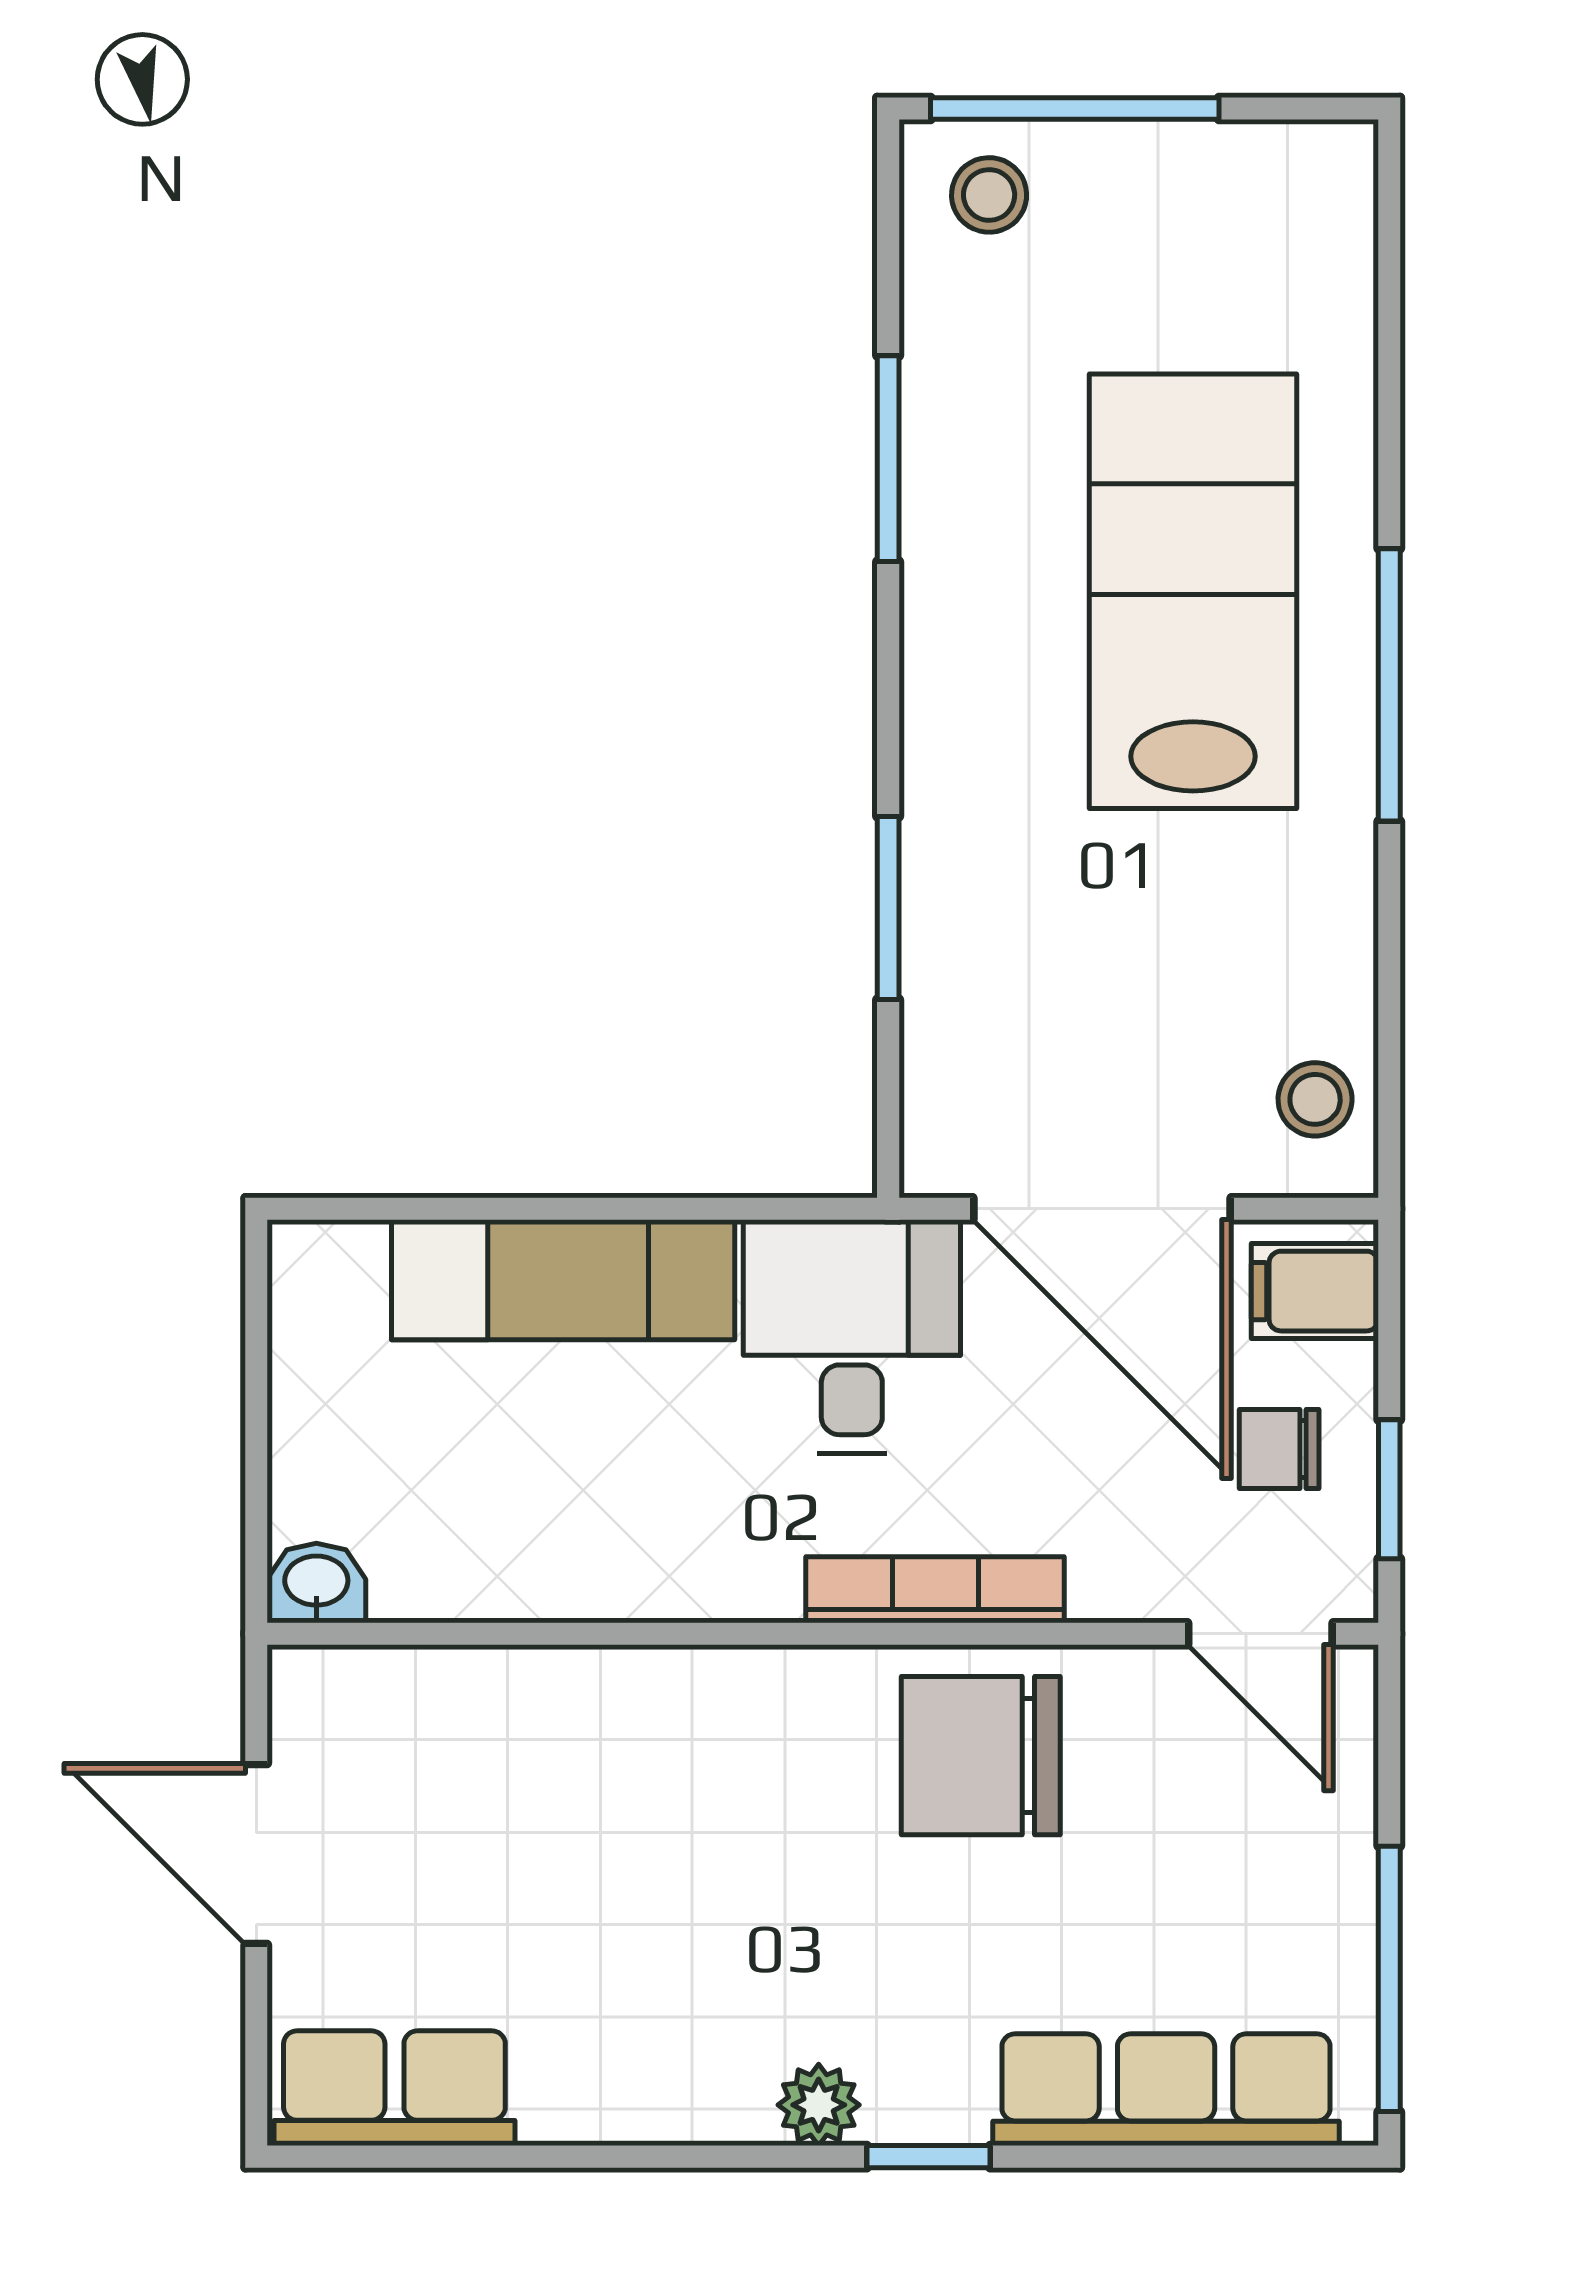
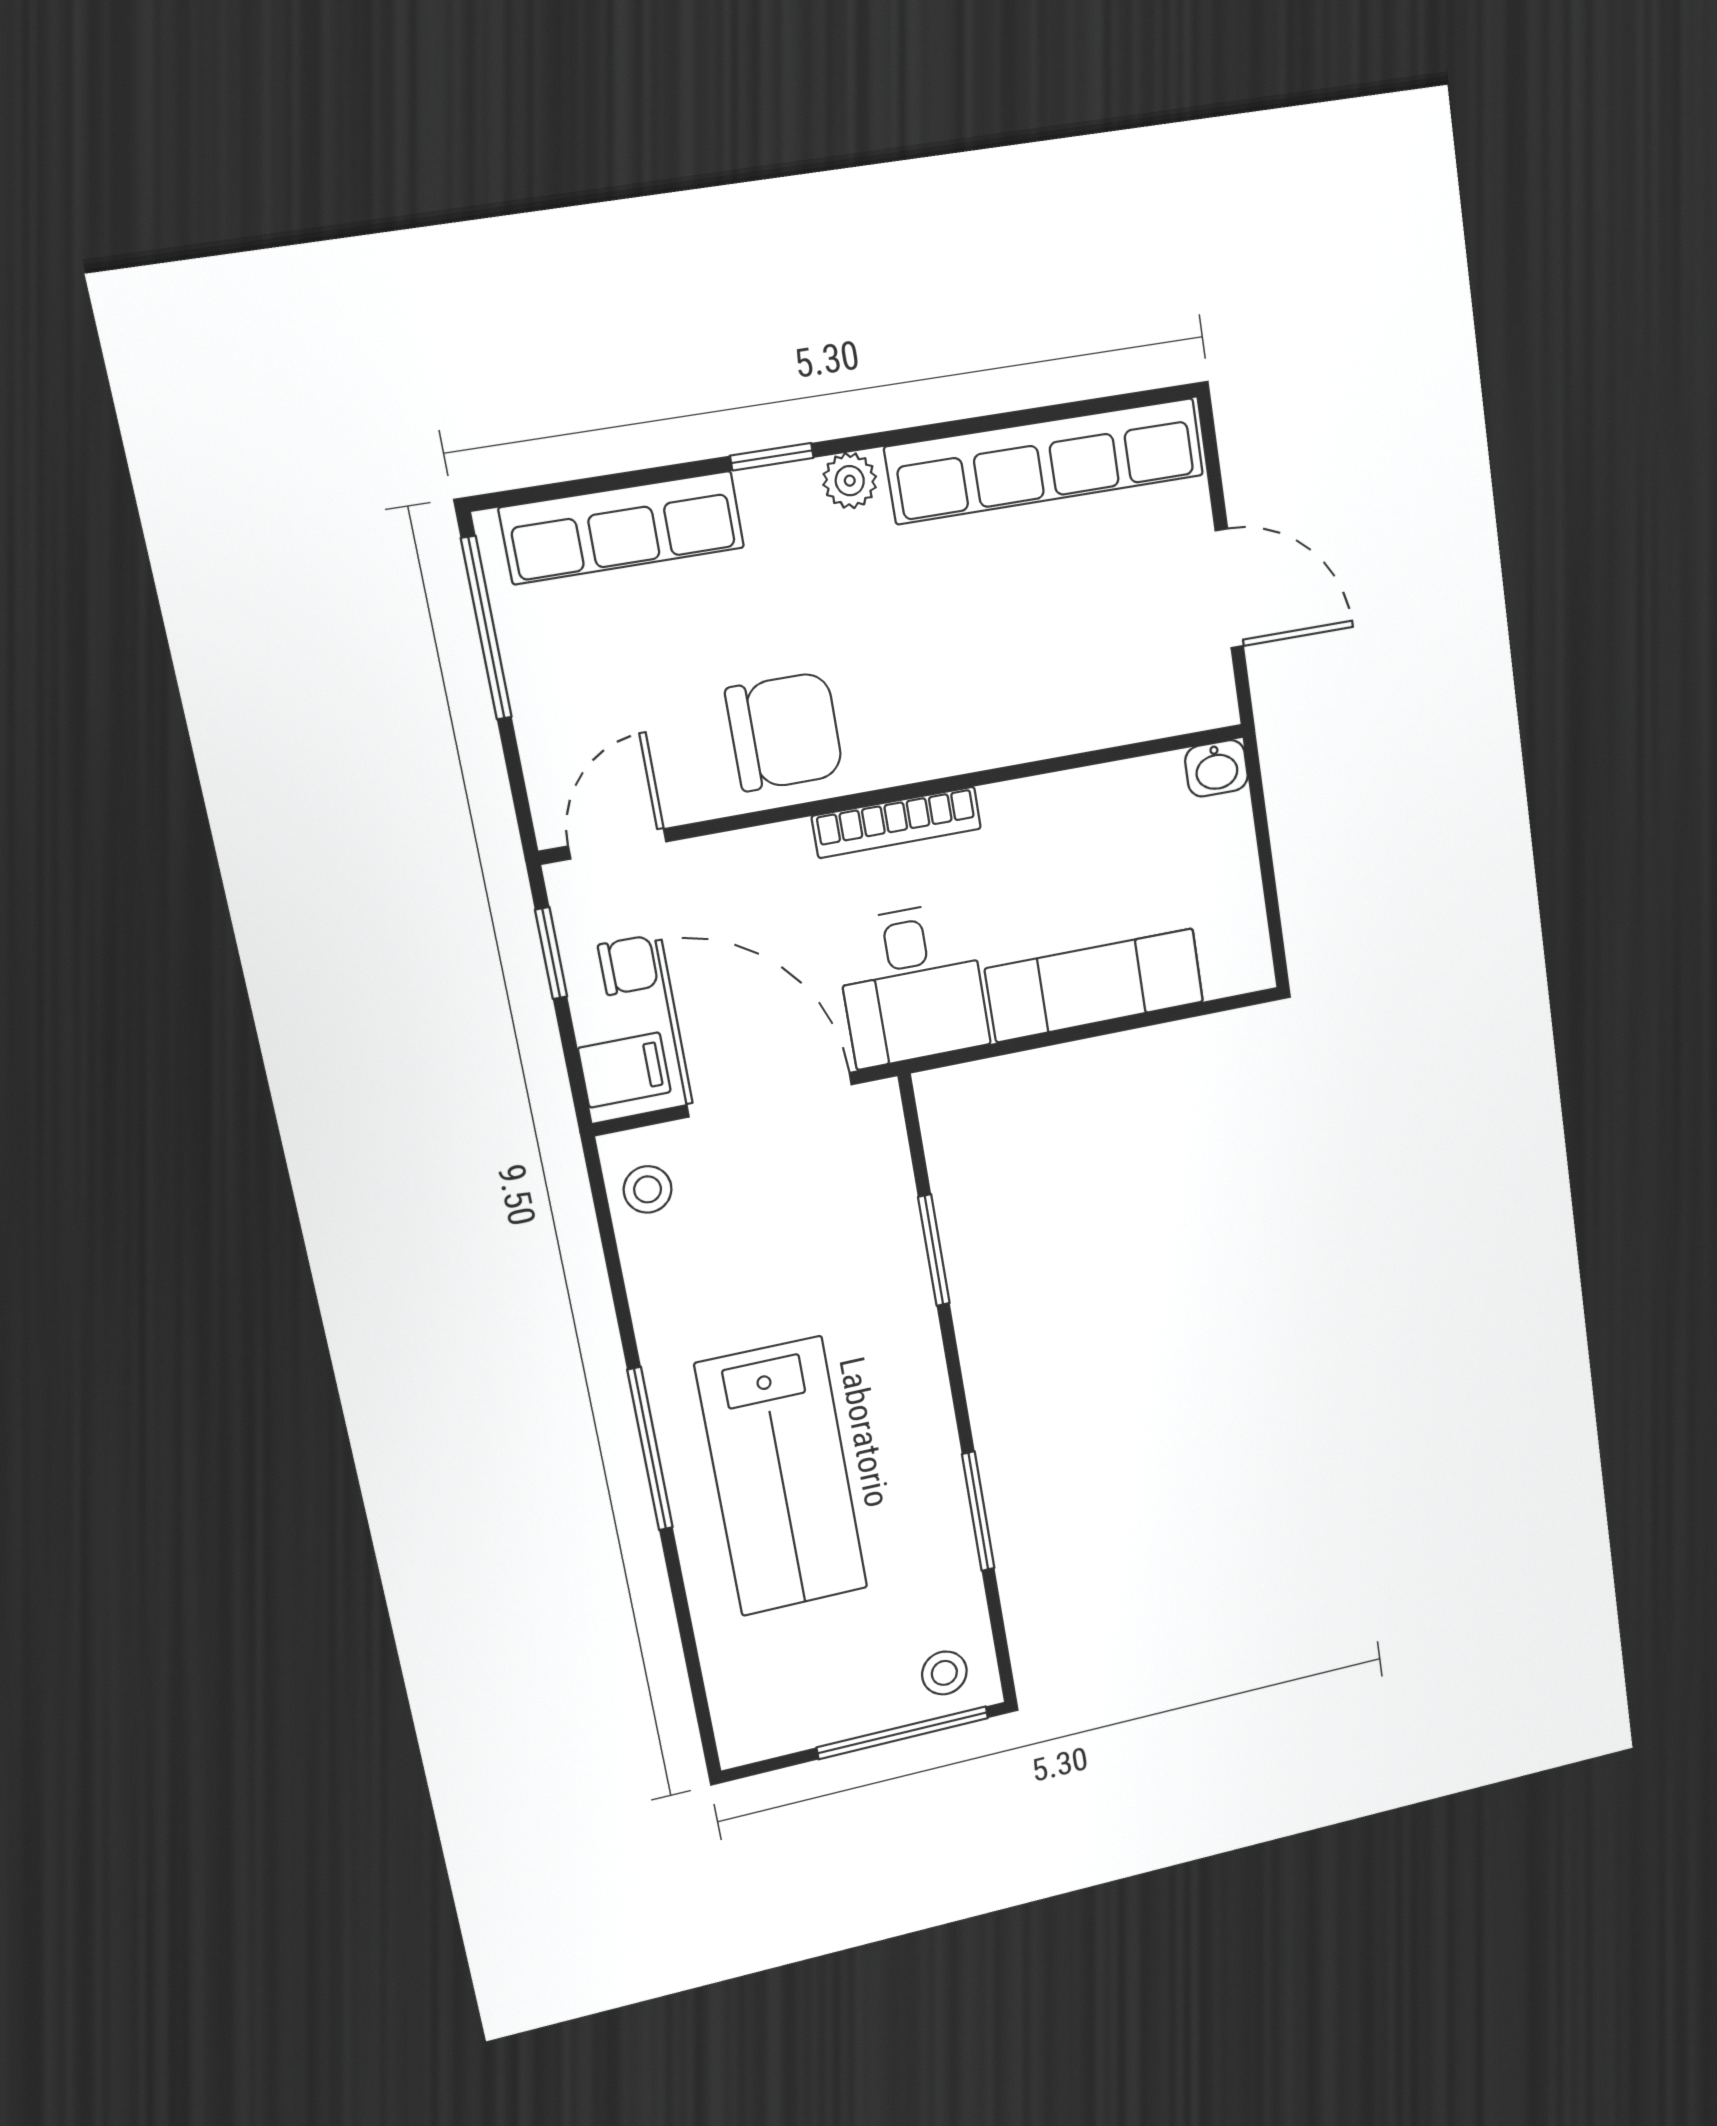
bookcase: (935, 1590) -> (897, 822), moved
door: (1260, 1634) -> (617, 844), hinge flipped
row of seats: (394, 2088) -> (1045, 461), width x2.02

